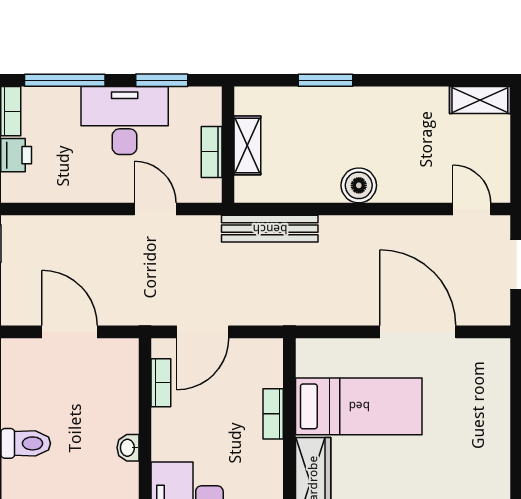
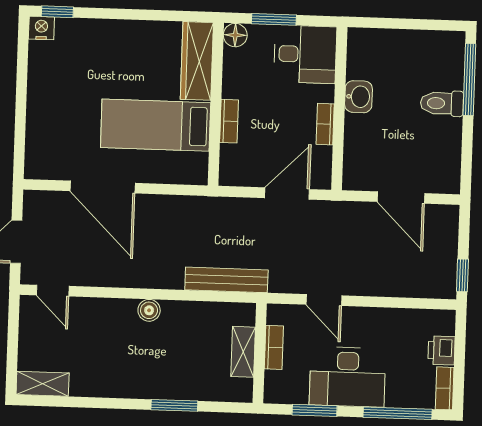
boiler: (359, 185) -> (149, 310), width x0.73, depth x0.73
bookcase: (161, 383) -> (325, 124), moved
washbasin: (128, 448) -> (358, 97), width x1.38, depth x1.45

